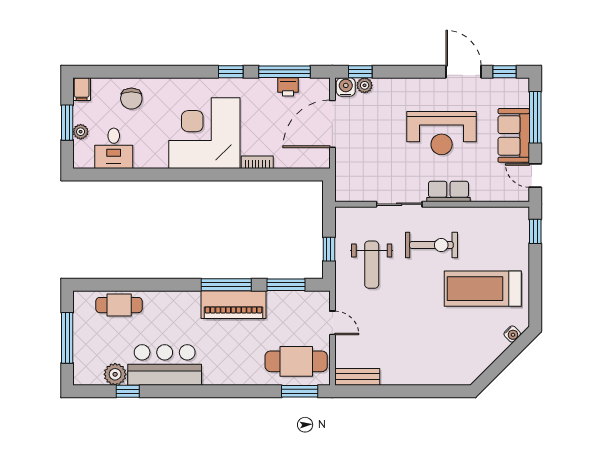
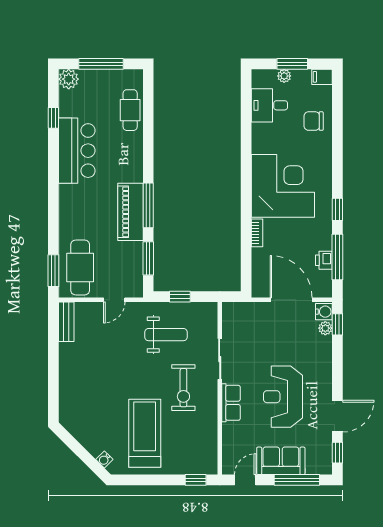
weight bench: (372, 265) -> (166, 335), turned 180
plant: (115, 374) -> (69, 79), moved

